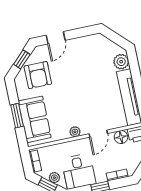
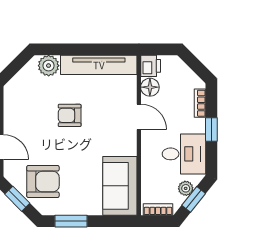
armchair: (89, 84) -> (70, 115), added
window: (17, 116) -> (71, 221), moved
sofa: (35, 119) -> (120, 186), moved, turned -90
plant: (75, 132) -> (130, 148), removed

